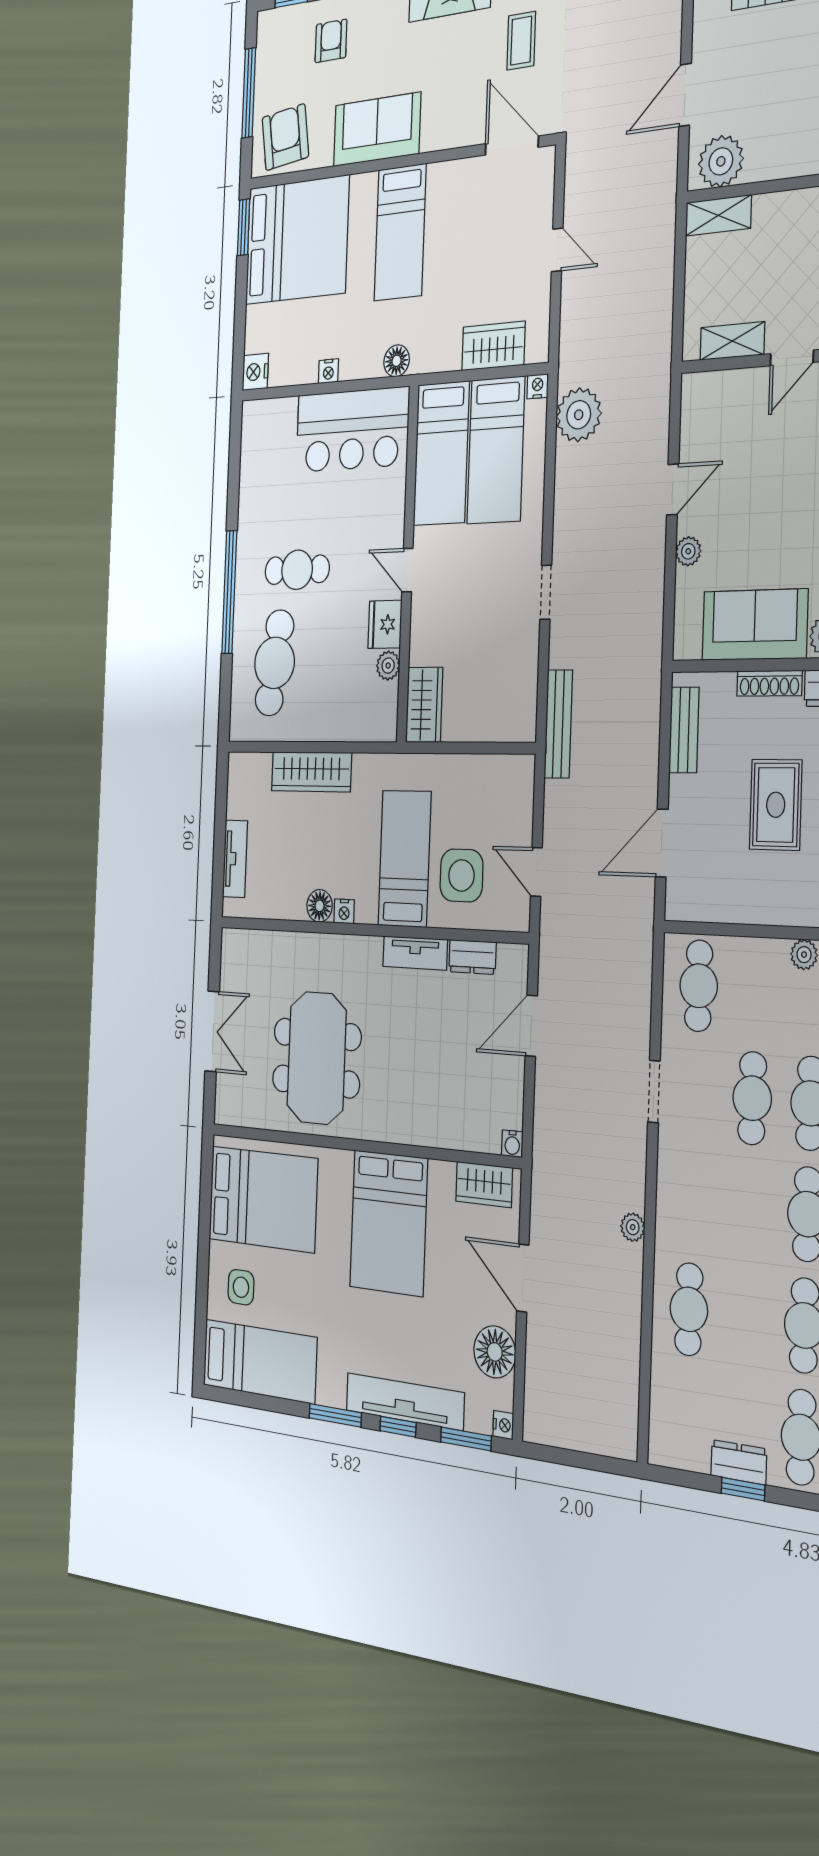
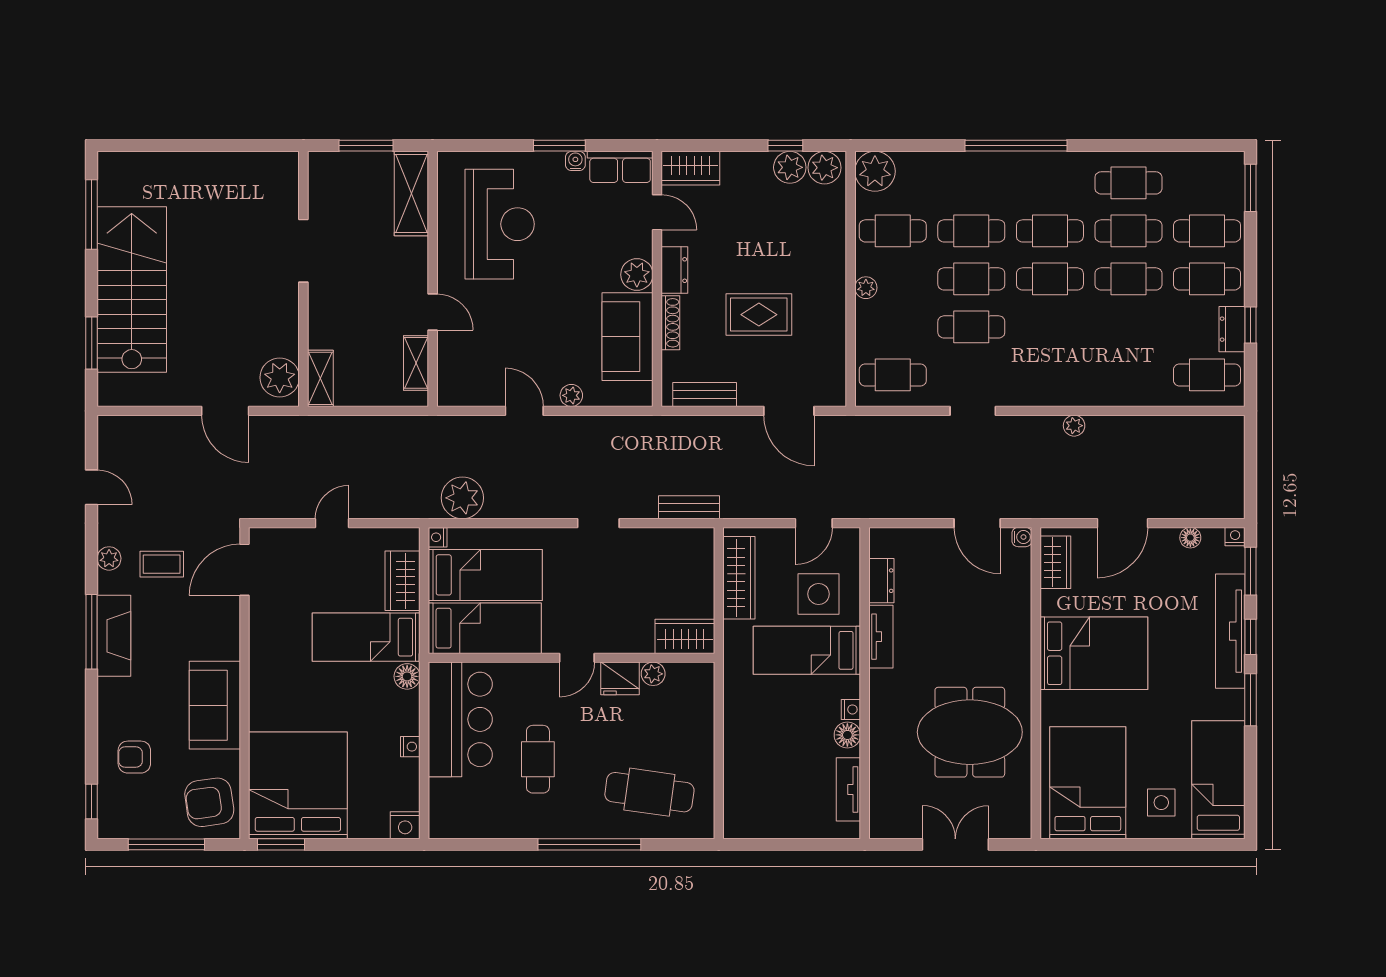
bed: (400, 232) -> (366, 637), moved, turned 180
cafe table: (297, 570) -> (538, 759), moved
bench: (558, 724) -> (689, 507), width x0.73
wardrobe: (311, 772) -> (739, 578), moved
tv unit: (235, 859) -> (848, 789), moved, turned -90
door: (531, 1026) -> (977, 523), moved
cafe table: (689, 1309) -> (1207, 375), moved
floor lamp: (495, 1352) -> (1190, 538), width x0.53, depth x0.53

